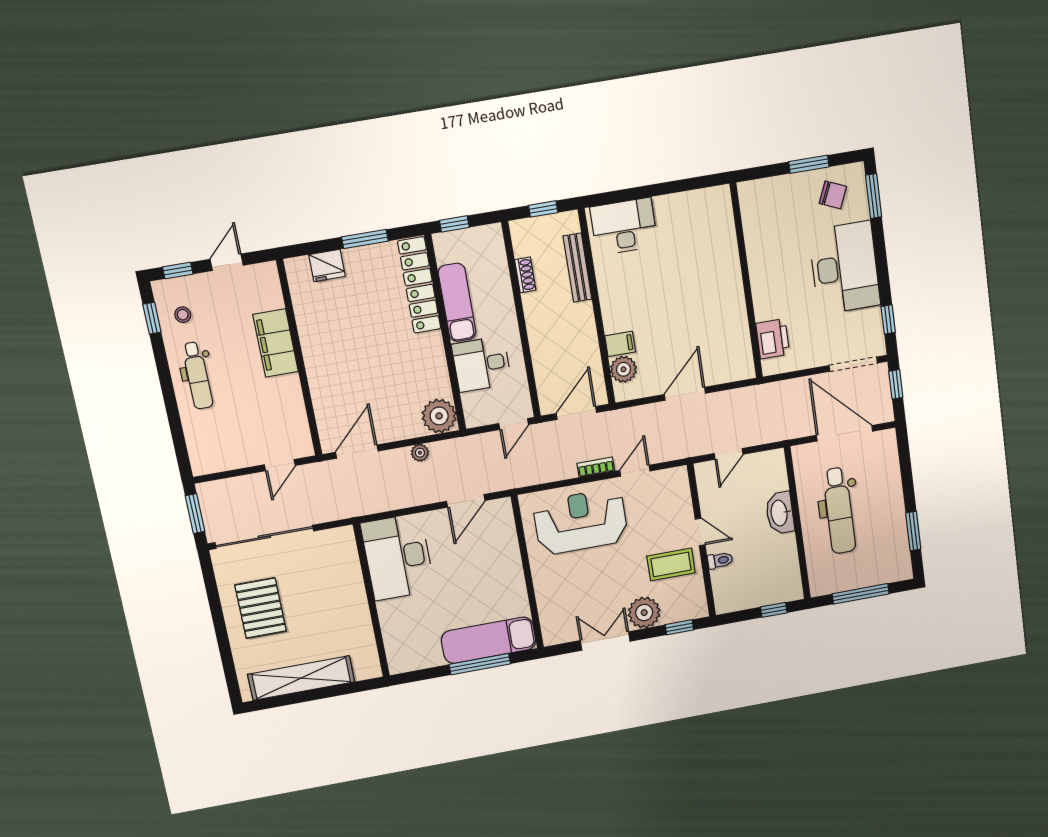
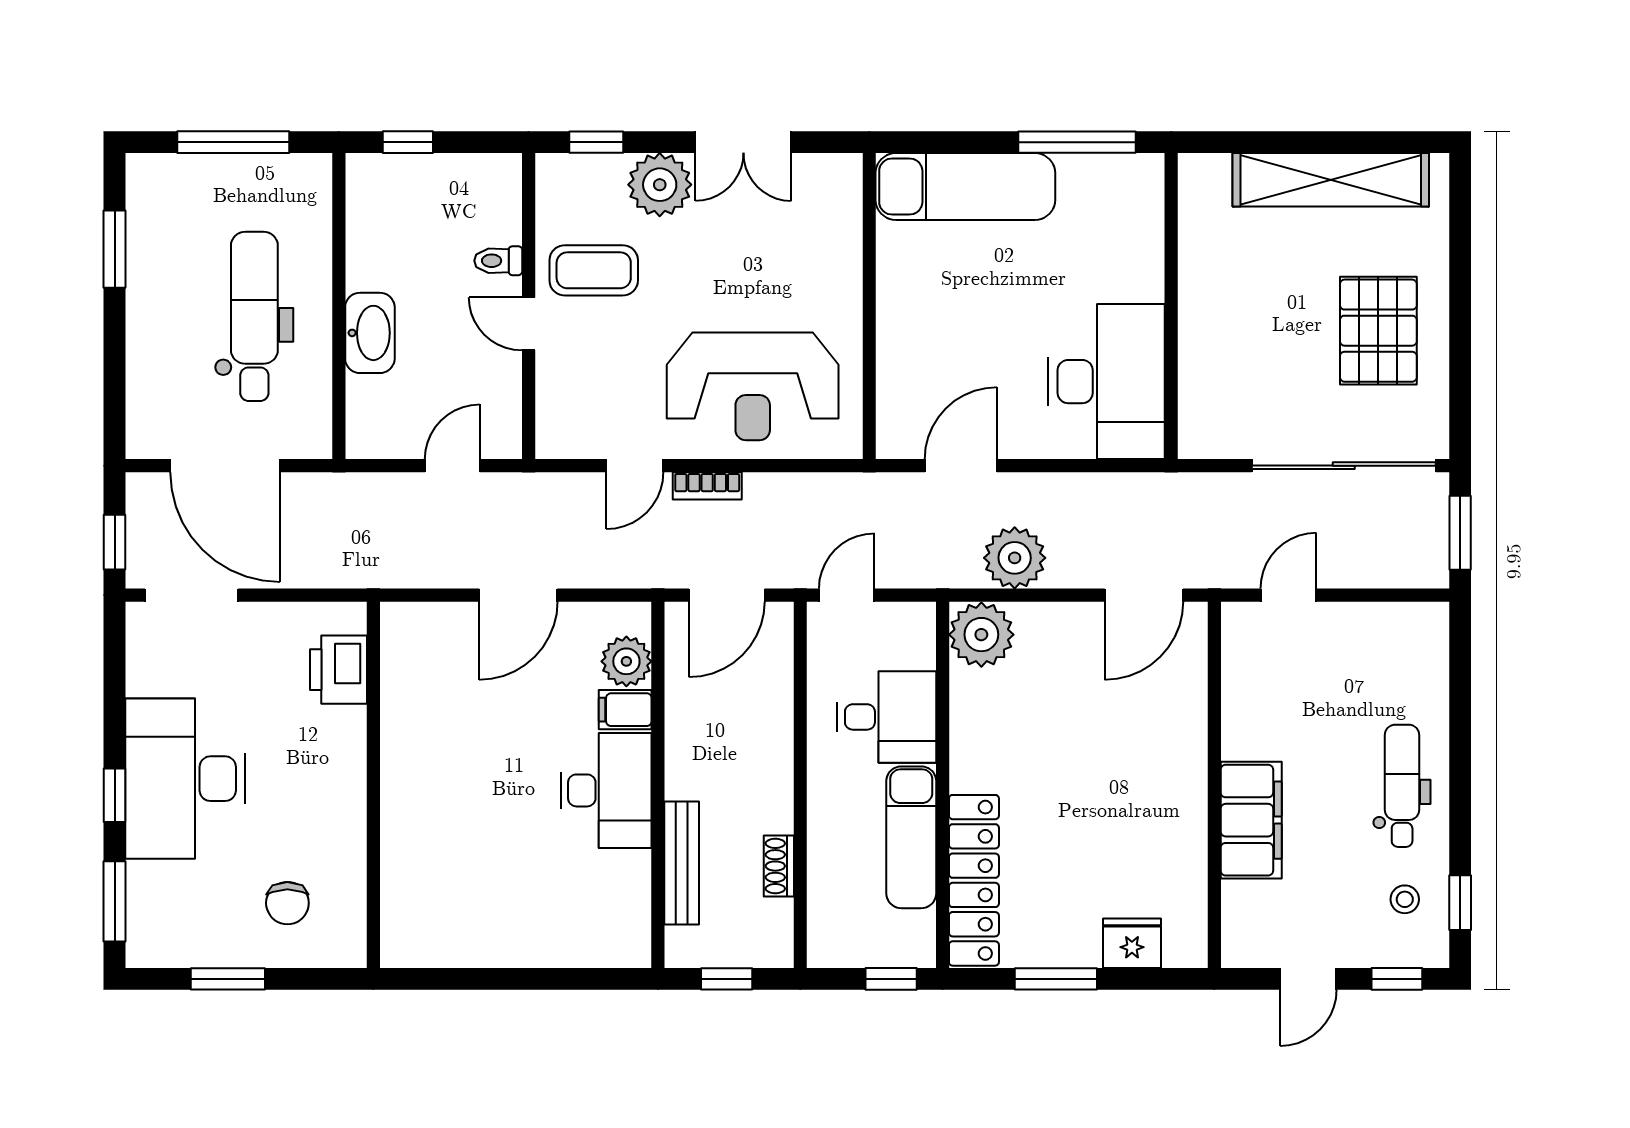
chair: (833, 195) -> (287, 903), moved, turned -113
desk: (624, 227) -> (606, 790), moved, turned -90
window: (888, 319) -> (115, 795), moved
plant: (420, 453) -> (1015, 558), width x1.87, depth x1.87
window: (480, 664) -> (1077, 142), moved

